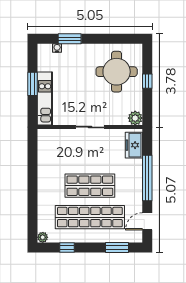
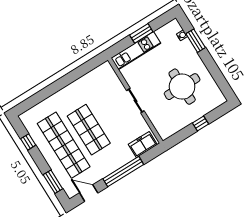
round table: (117, 72) -> (182, 87), moved
plant: (135, 118) -> (165, 132), removed
plant: (43, 237) -> (24, 118), removed

